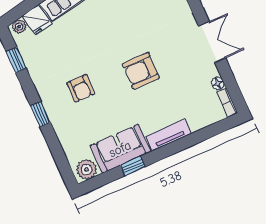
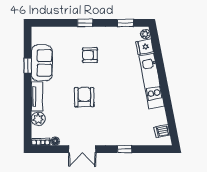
plant: (87, 170) -> (38, 119), moved

